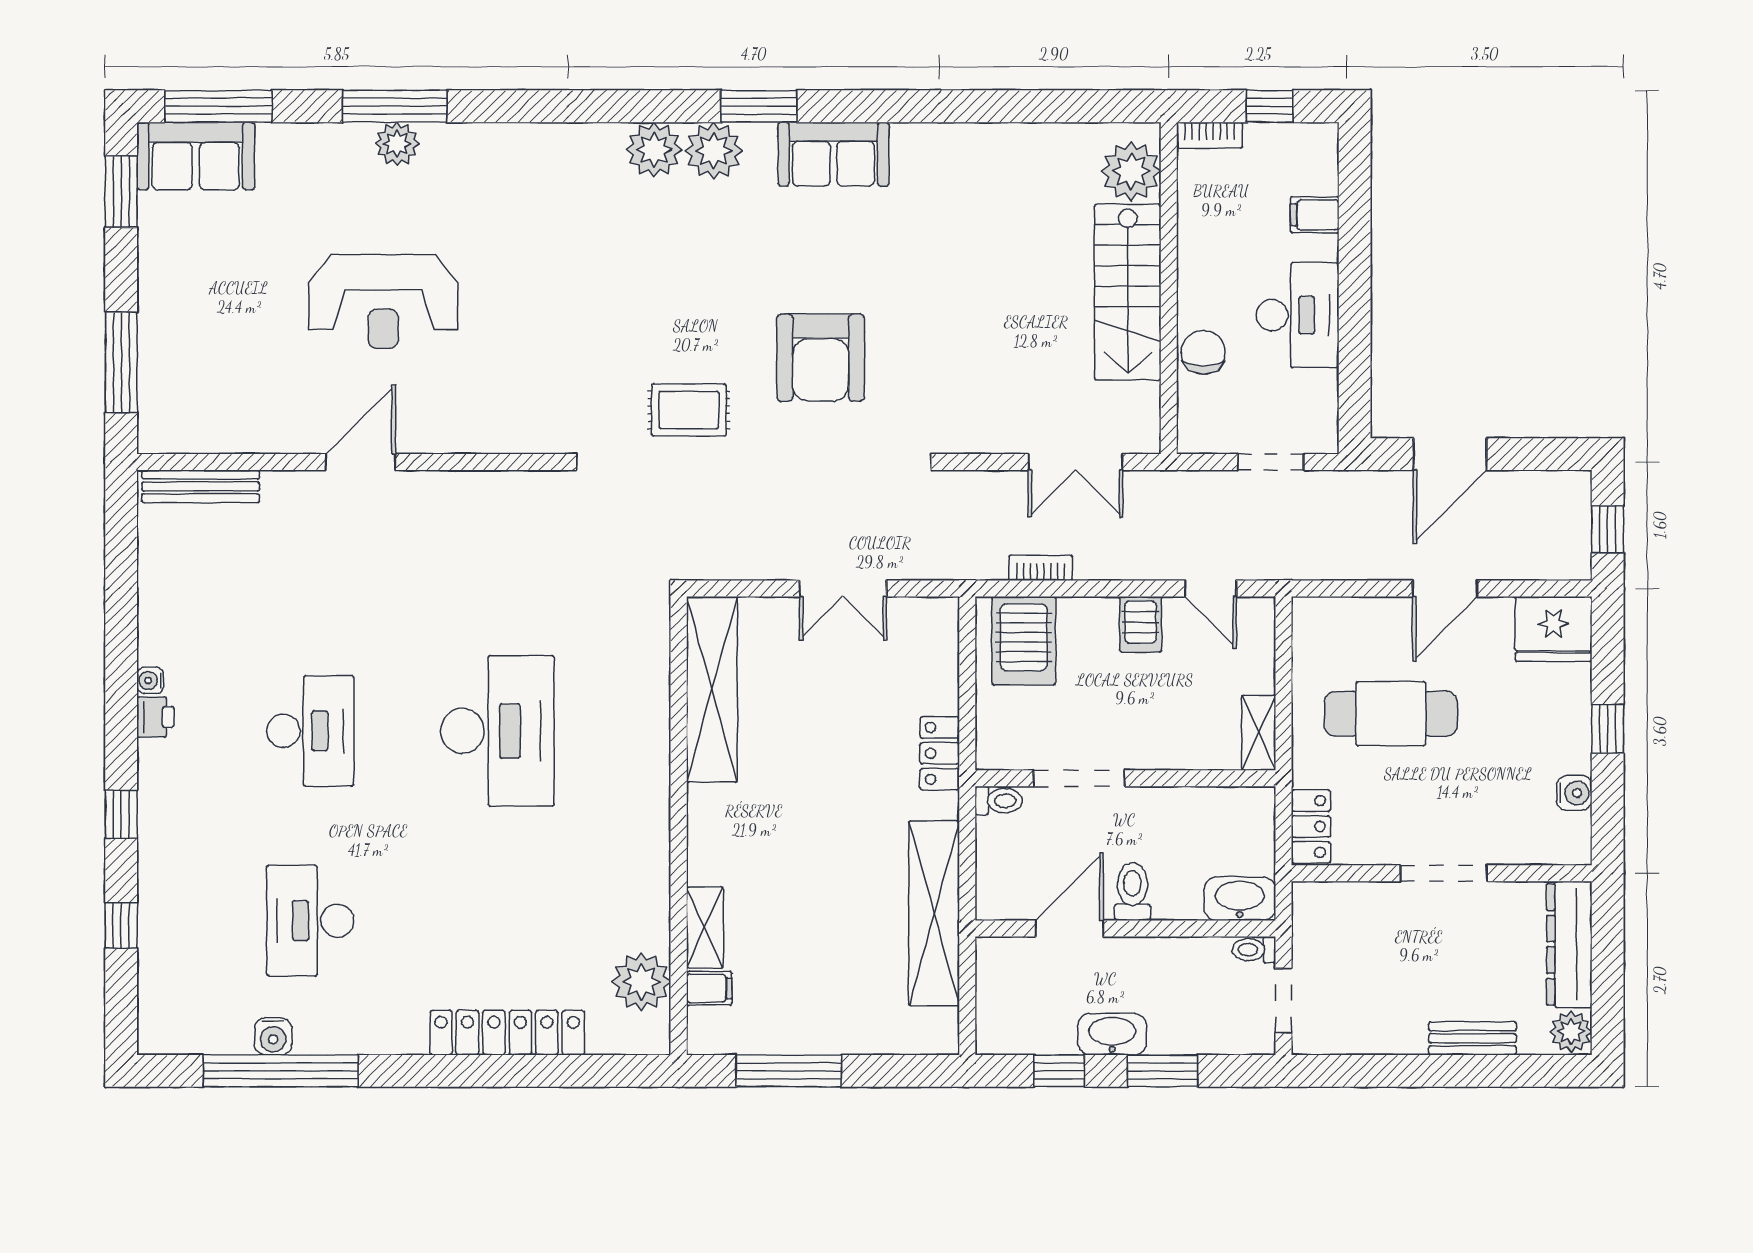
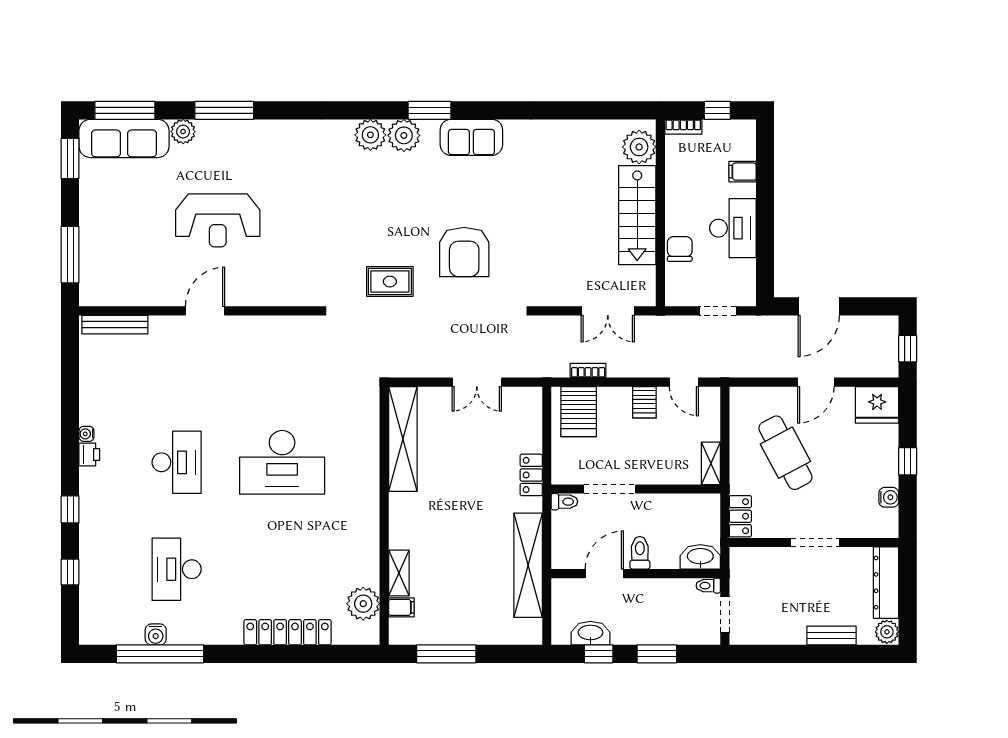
plant: (397, 144) -> (183, 132), moved
sofa: (196, 156) -> (124, 138), width x1.36
cafe table: (1391, 714) -> (785, 453), turned 62
desk: (497, 731) -> (282, 462), turned 90
washbasin: (1112, 1034) -> (590, 633), moved

